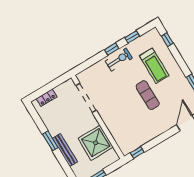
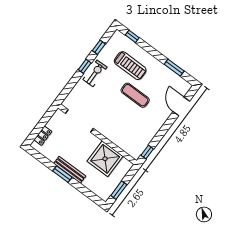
bench: (65, 150) -> (70, 170), moved

